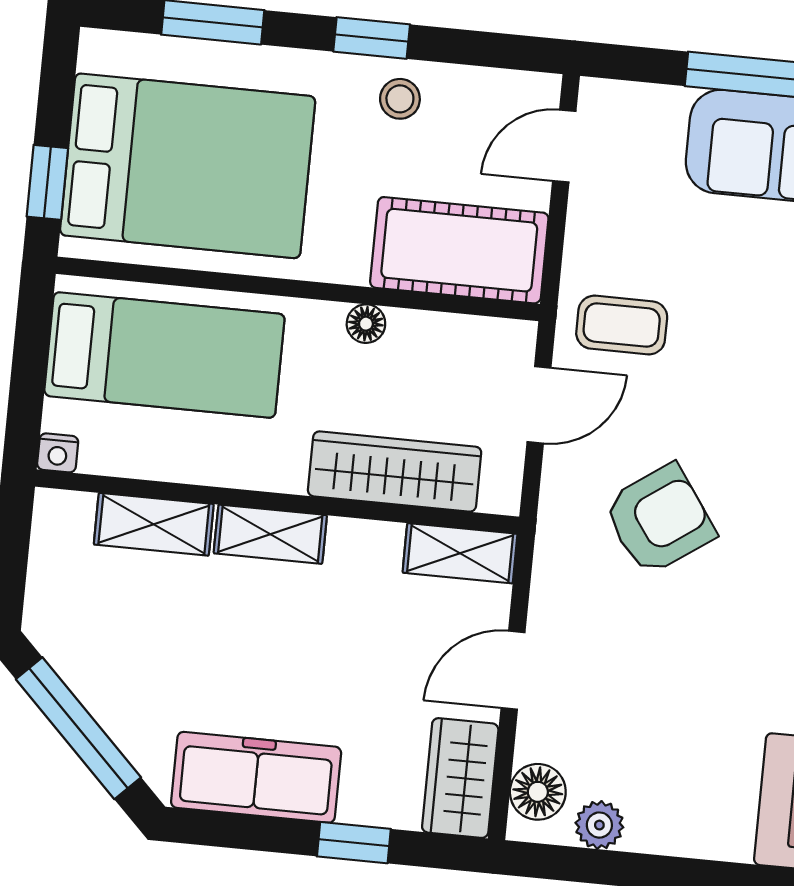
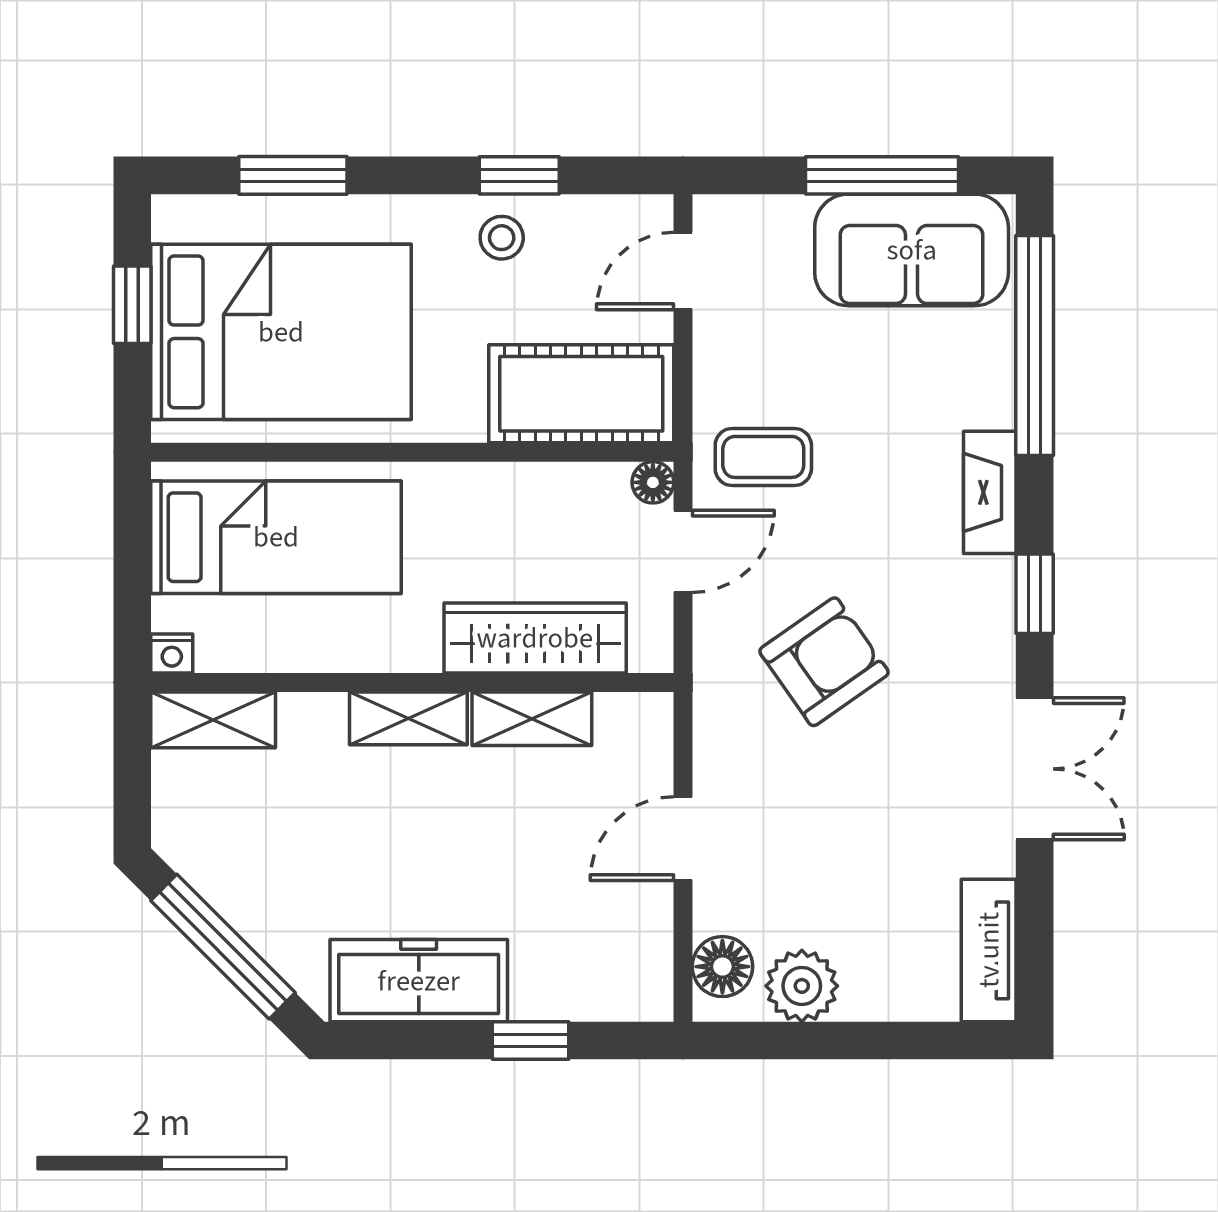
window: (372, 38) -> (519, 175), moved
window: (47, 182) -> (132, 305), moved
floor lamp: (366, 324) -> (653, 482), moved
shelving: (154, 524) -> (213, 720), moved
shelving: (460, 553) -> (532, 719), moved
wardrobe: (460, 778) -> (638, 960), removed
plant: (599, 825) -> (802, 986), width x1.38, depth x1.38

